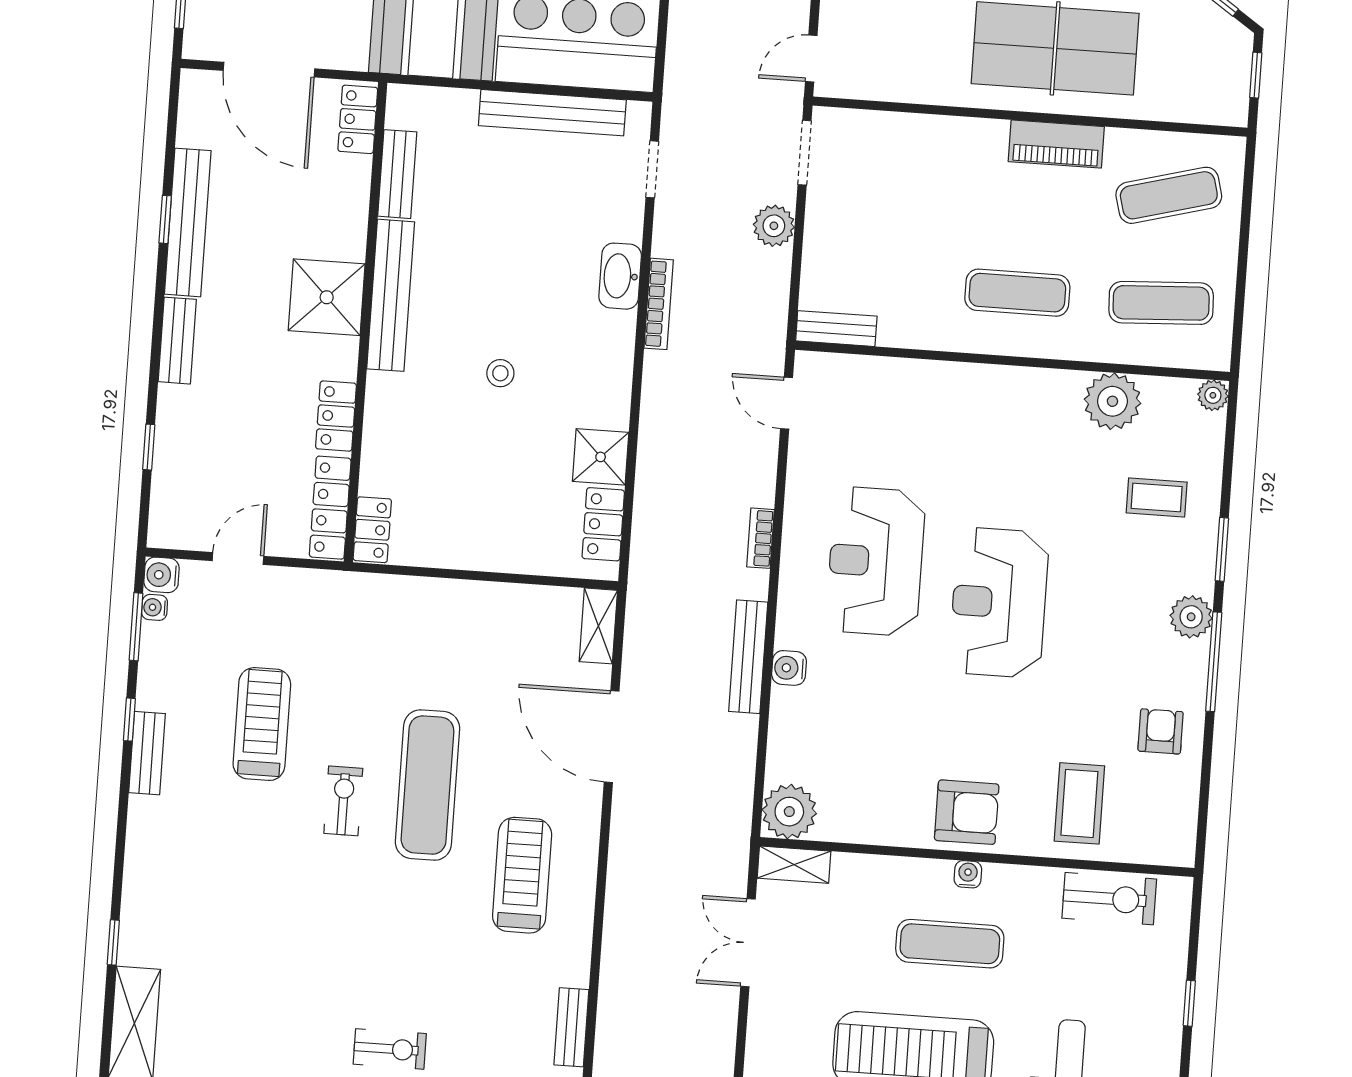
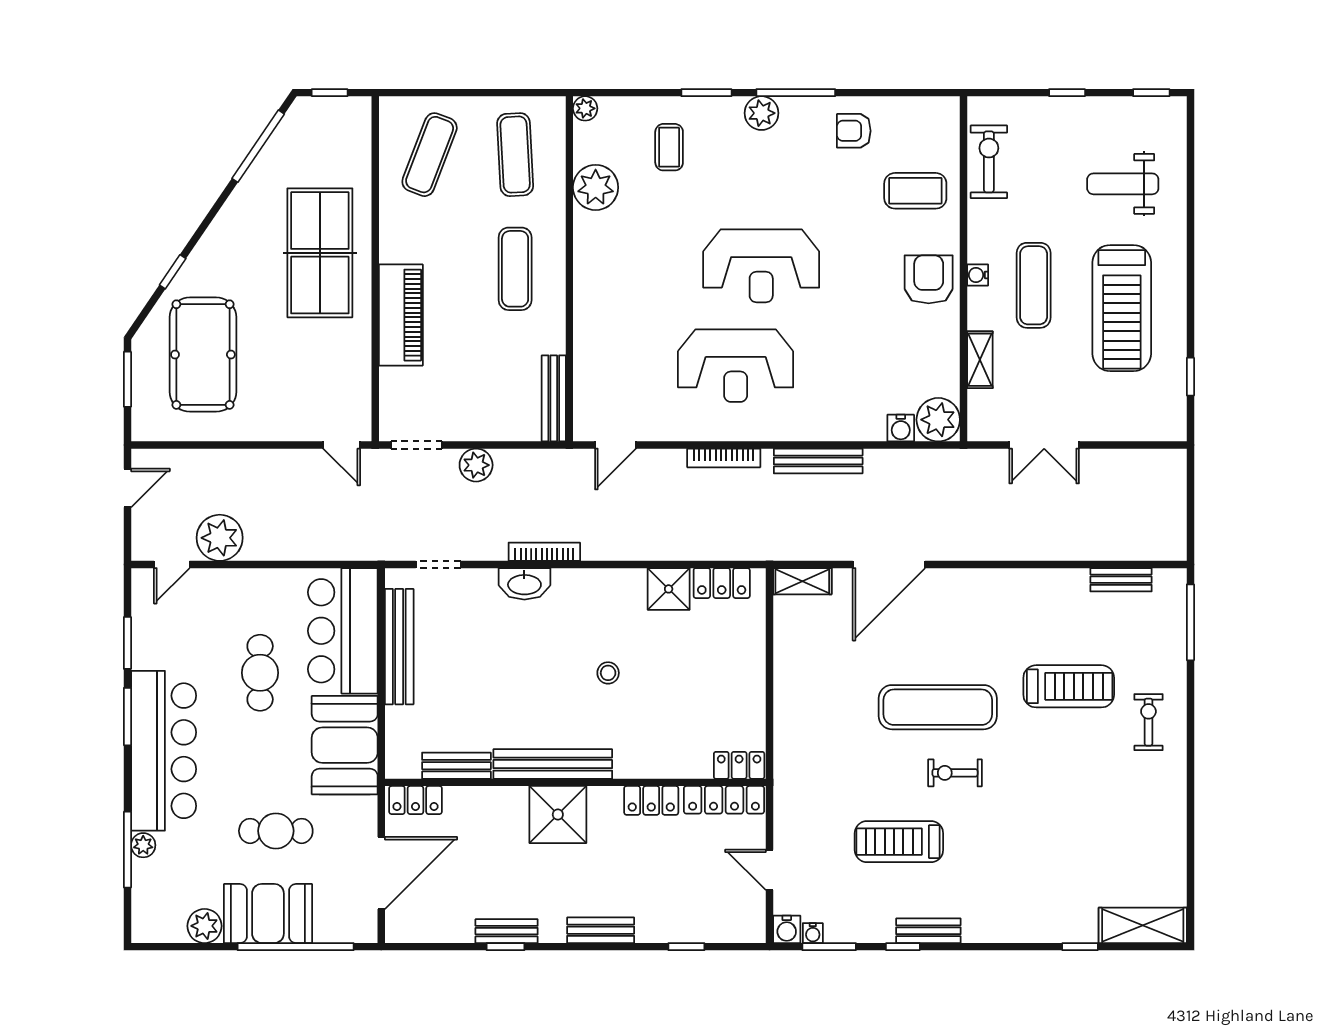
piano: (1056, 144) -> (401, 315), moved, width x1.37, depth x1.33
exercise mat: (1169, 195) -> (430, 155), turned 36
bench: (188, 222) -> (507, 931), width x0.54, depth x0.82
bench: (836, 329) -> (554, 398), width x1.36
bookcase: (761, 538) -> (724, 458), width x1.56
water cooler: (789, 668) -> (901, 428), moved
shelving: (794, 865) -> (980, 360), moved
treadmill: (522, 875) -> (1069, 686), moved, turned 180

